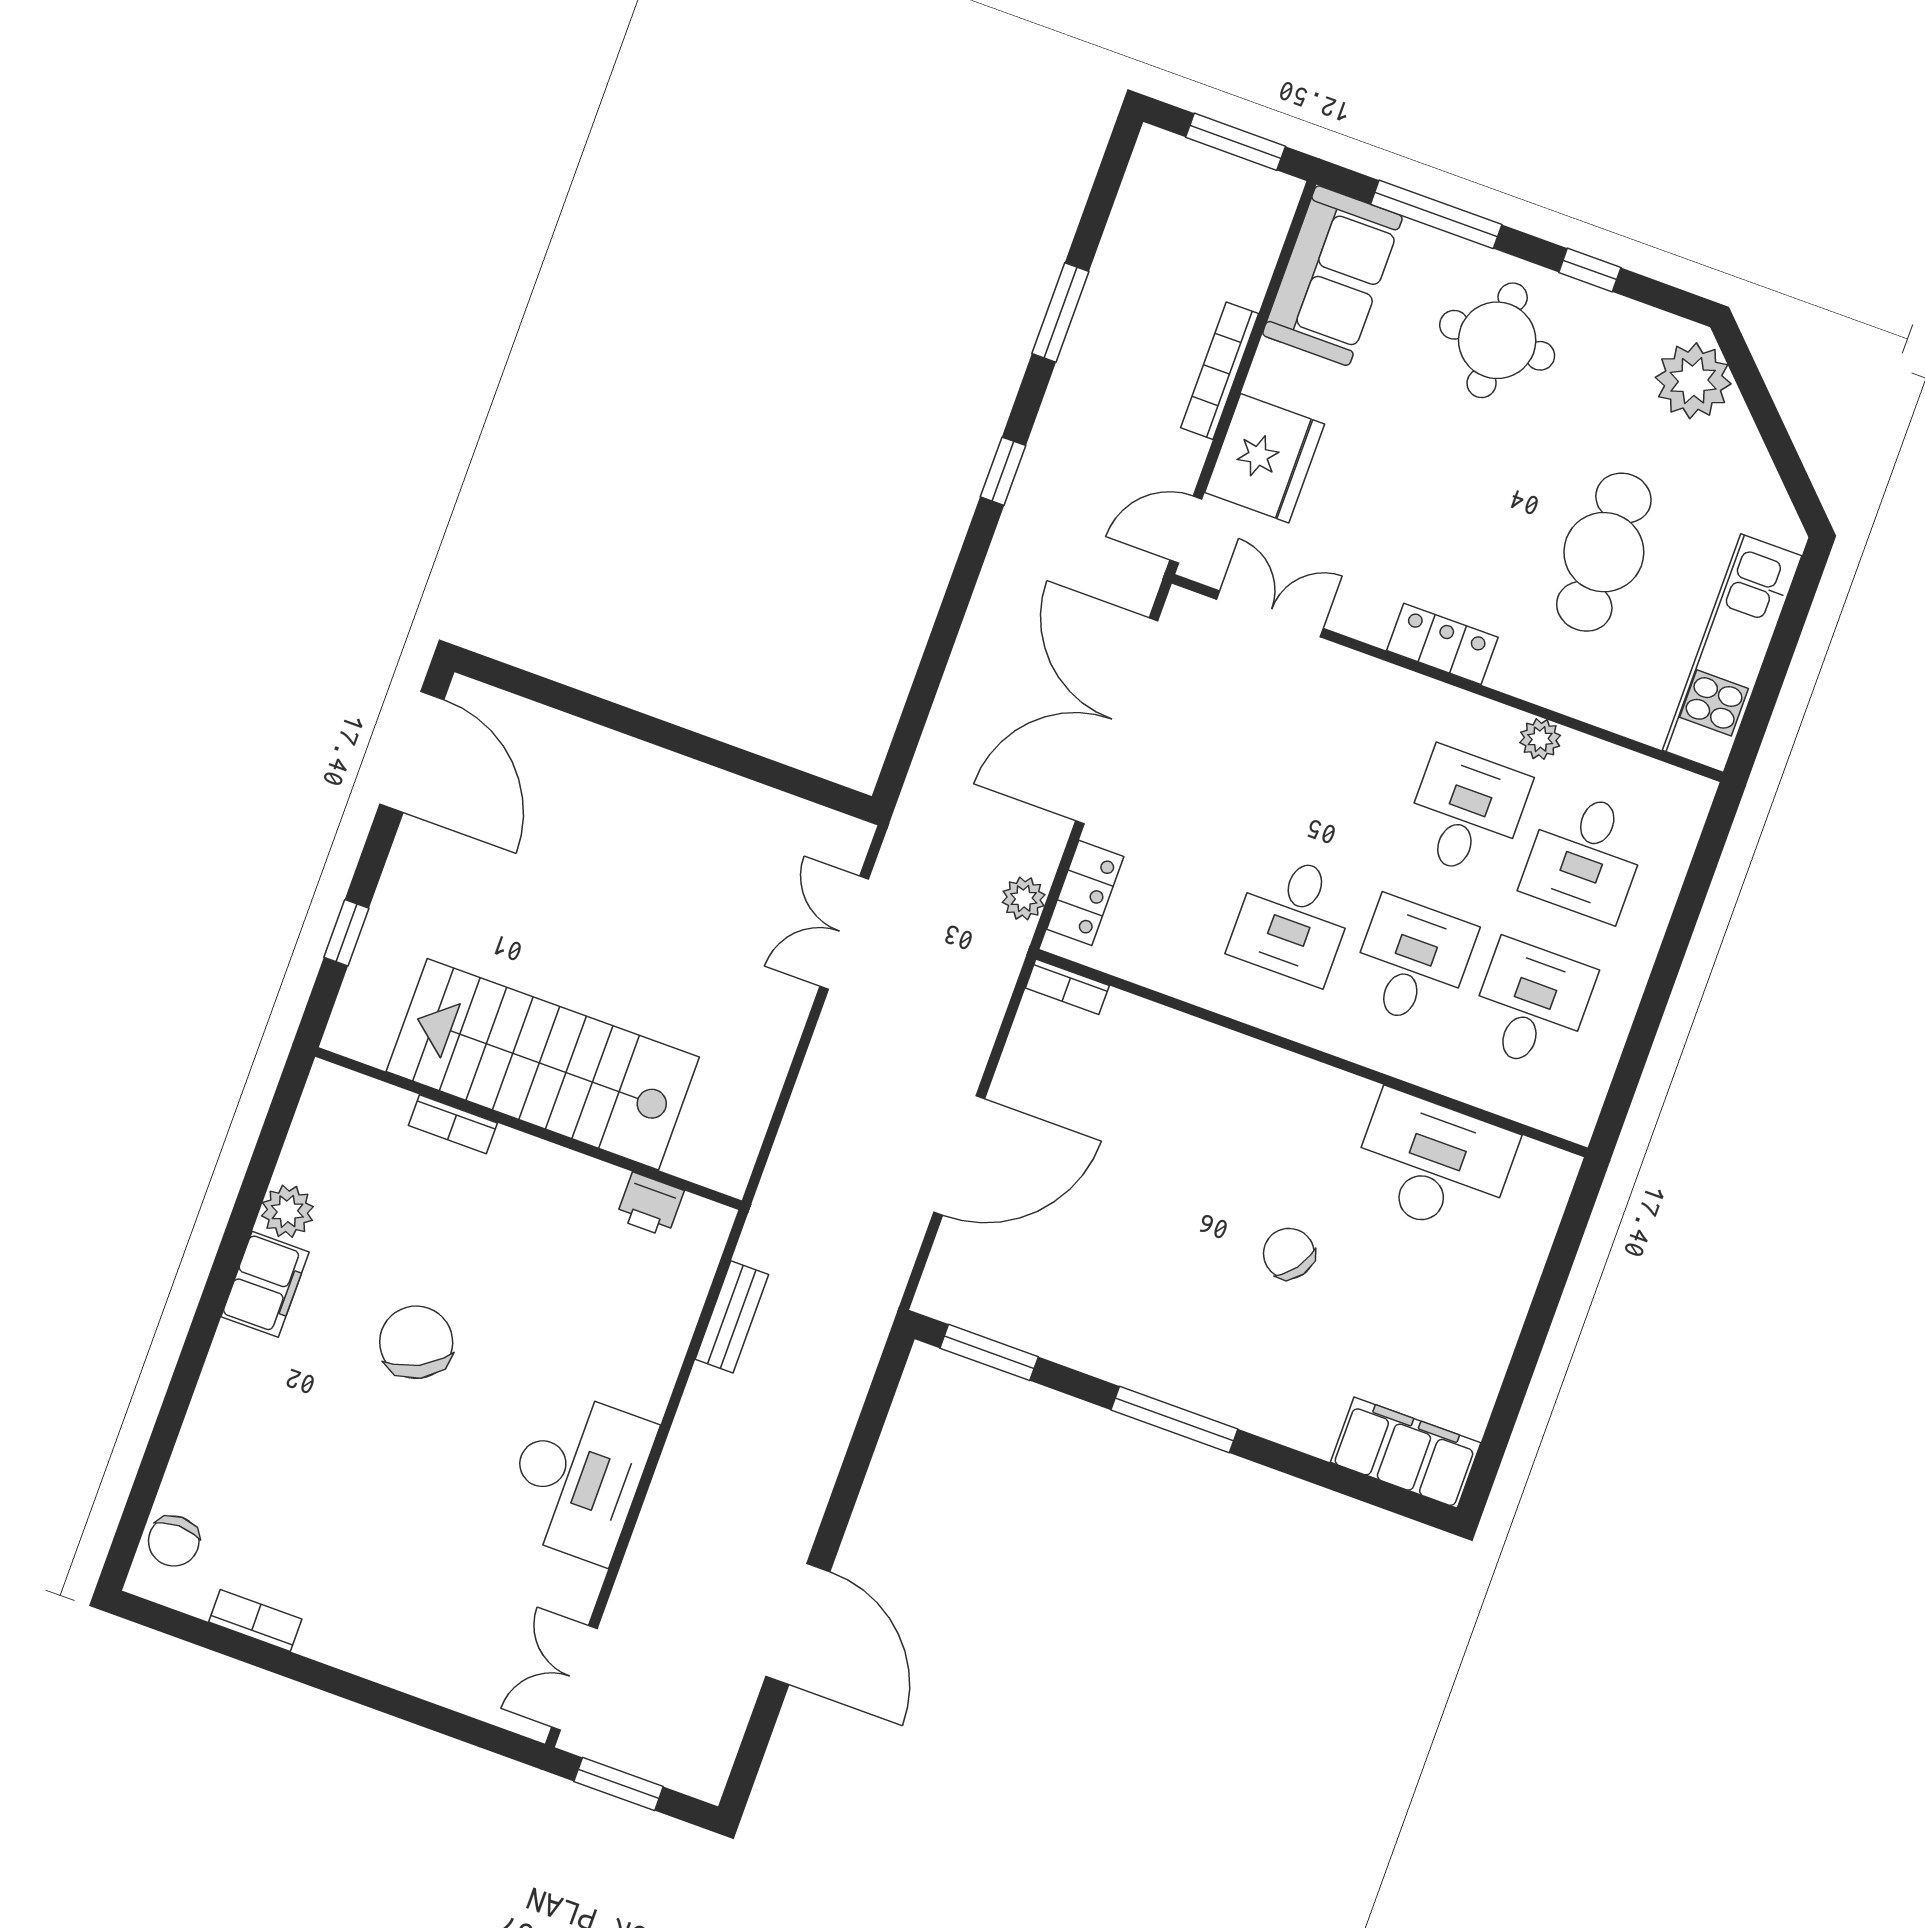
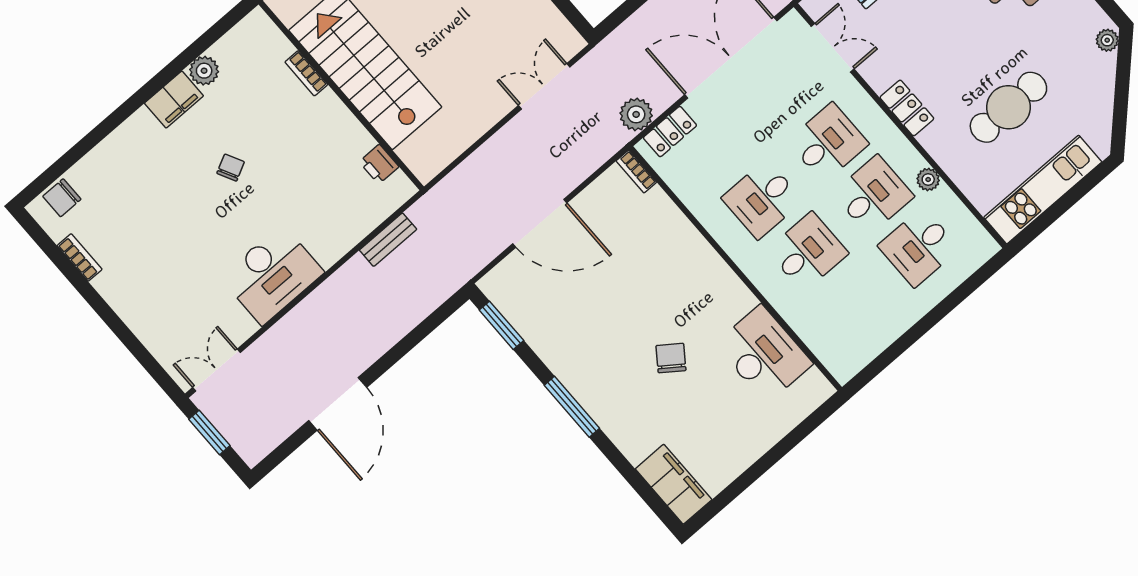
plant: (1693, 381) -> (1107, 40), width x0.53, depth x0.53
plant: (1024, 898) -> (636, 114), width x1.38, depth x1.38
desk: (1531, 1005) -> (828, 142), moved
chair: (416, 1342) -> (231, 168), width x0.54, depth x0.54

